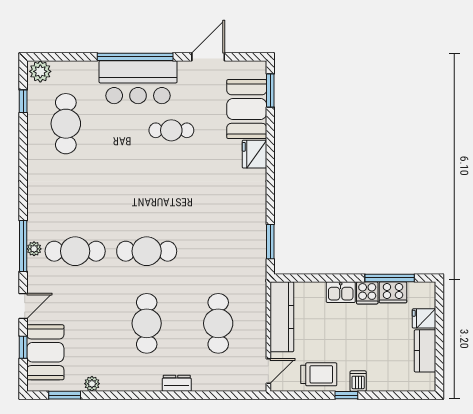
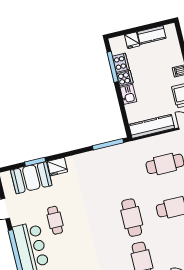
window: (270, 90) -> (35, 162), moved
window: (270, 242) -> (108, 144), width x1.44

